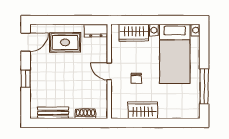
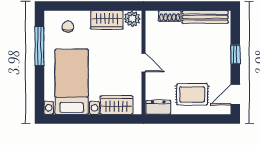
chair: (136, 78) -> (68, 27), moved
plant: (120, 111) -> (132, 19), added
bench: (53, 113) -> (205, 17), width x1.36

